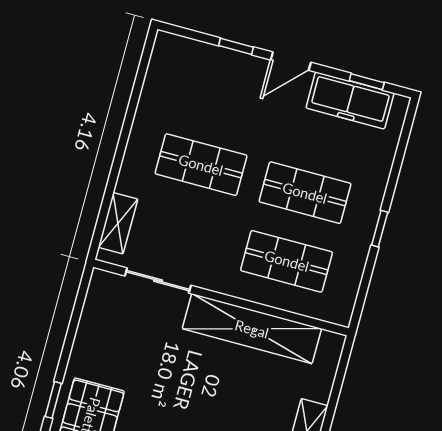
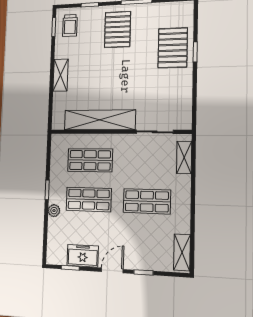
shelving: (162, 66) -> (182, 252), added
freezer: (350, 100) -> (83, 256), width x0.71
plant: (375, 188) -> (54, 211), added

